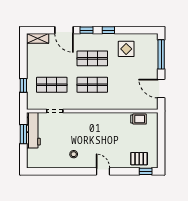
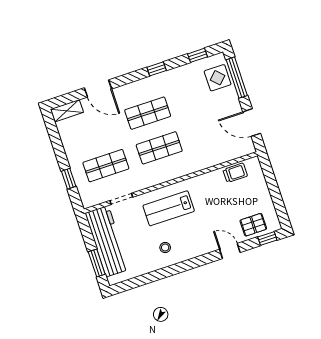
window: (87, 30) -> (198, 55), moved
display table: (126, 49) -> (218, 78), moved
lab bench: (85, 128) -> (169, 208), added
workbench: (33, 130) -> (107, 241), width x1.36, depth x1.32
window: (23, 134) -> (97, 263), moved
door: (103, 171) -> (230, 251), moved

